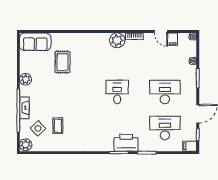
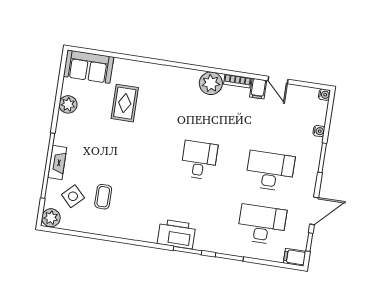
filing cabinet: (173, 39) -> (258, 89), moved
plant: (26, 79) -> (68, 104), moved
printer: (126, 143) -> (176, 234), moved

